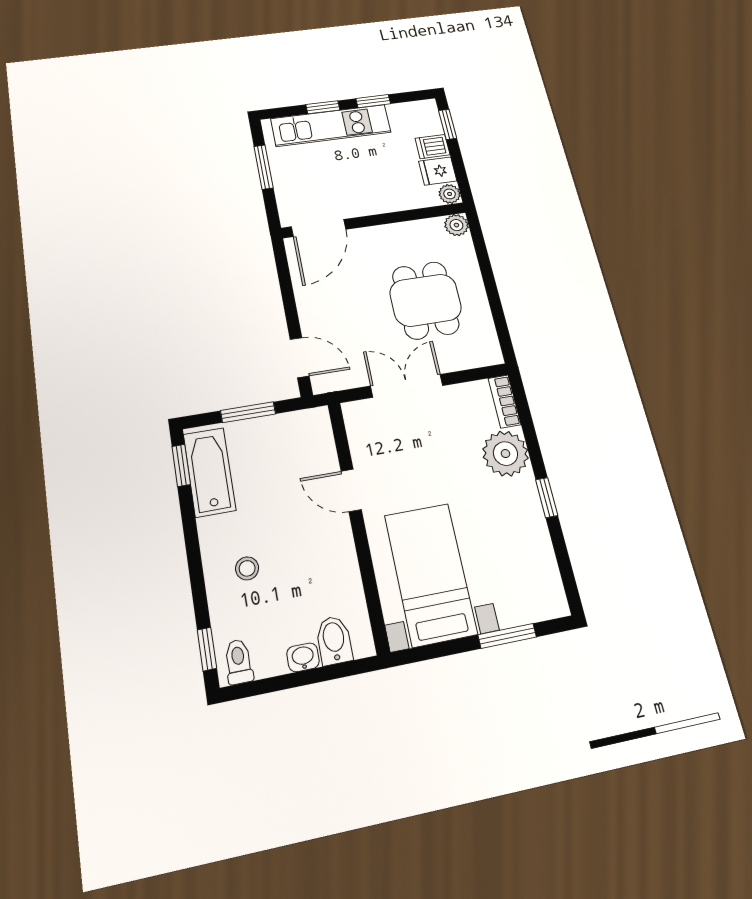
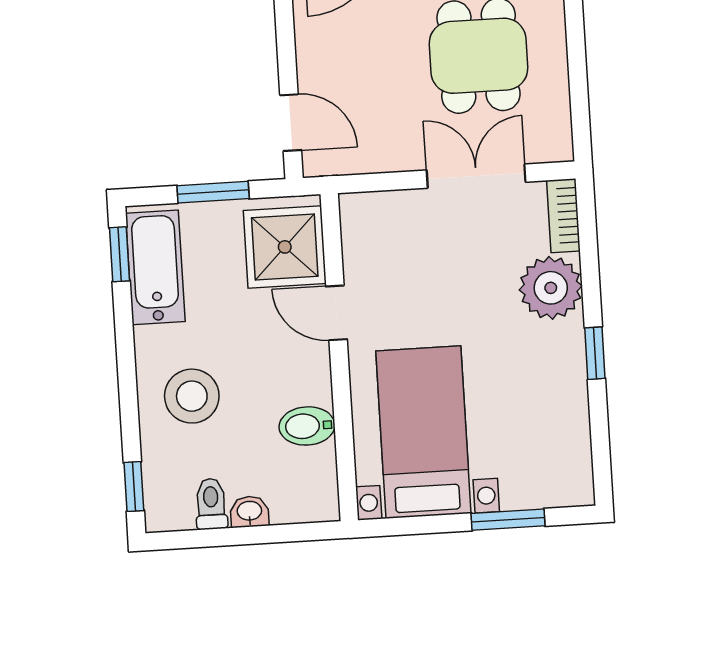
double door: (407, 386) -> (476, 176), moved
shower: (306, 446) -> (285, 247), added
stool: (247, 568) -> (192, 396), width x1.89, depth x1.89
bidet: (334, 640) -> (307, 426), moved, turned -90
toilet: (239, 662) -> (211, 504), moved

